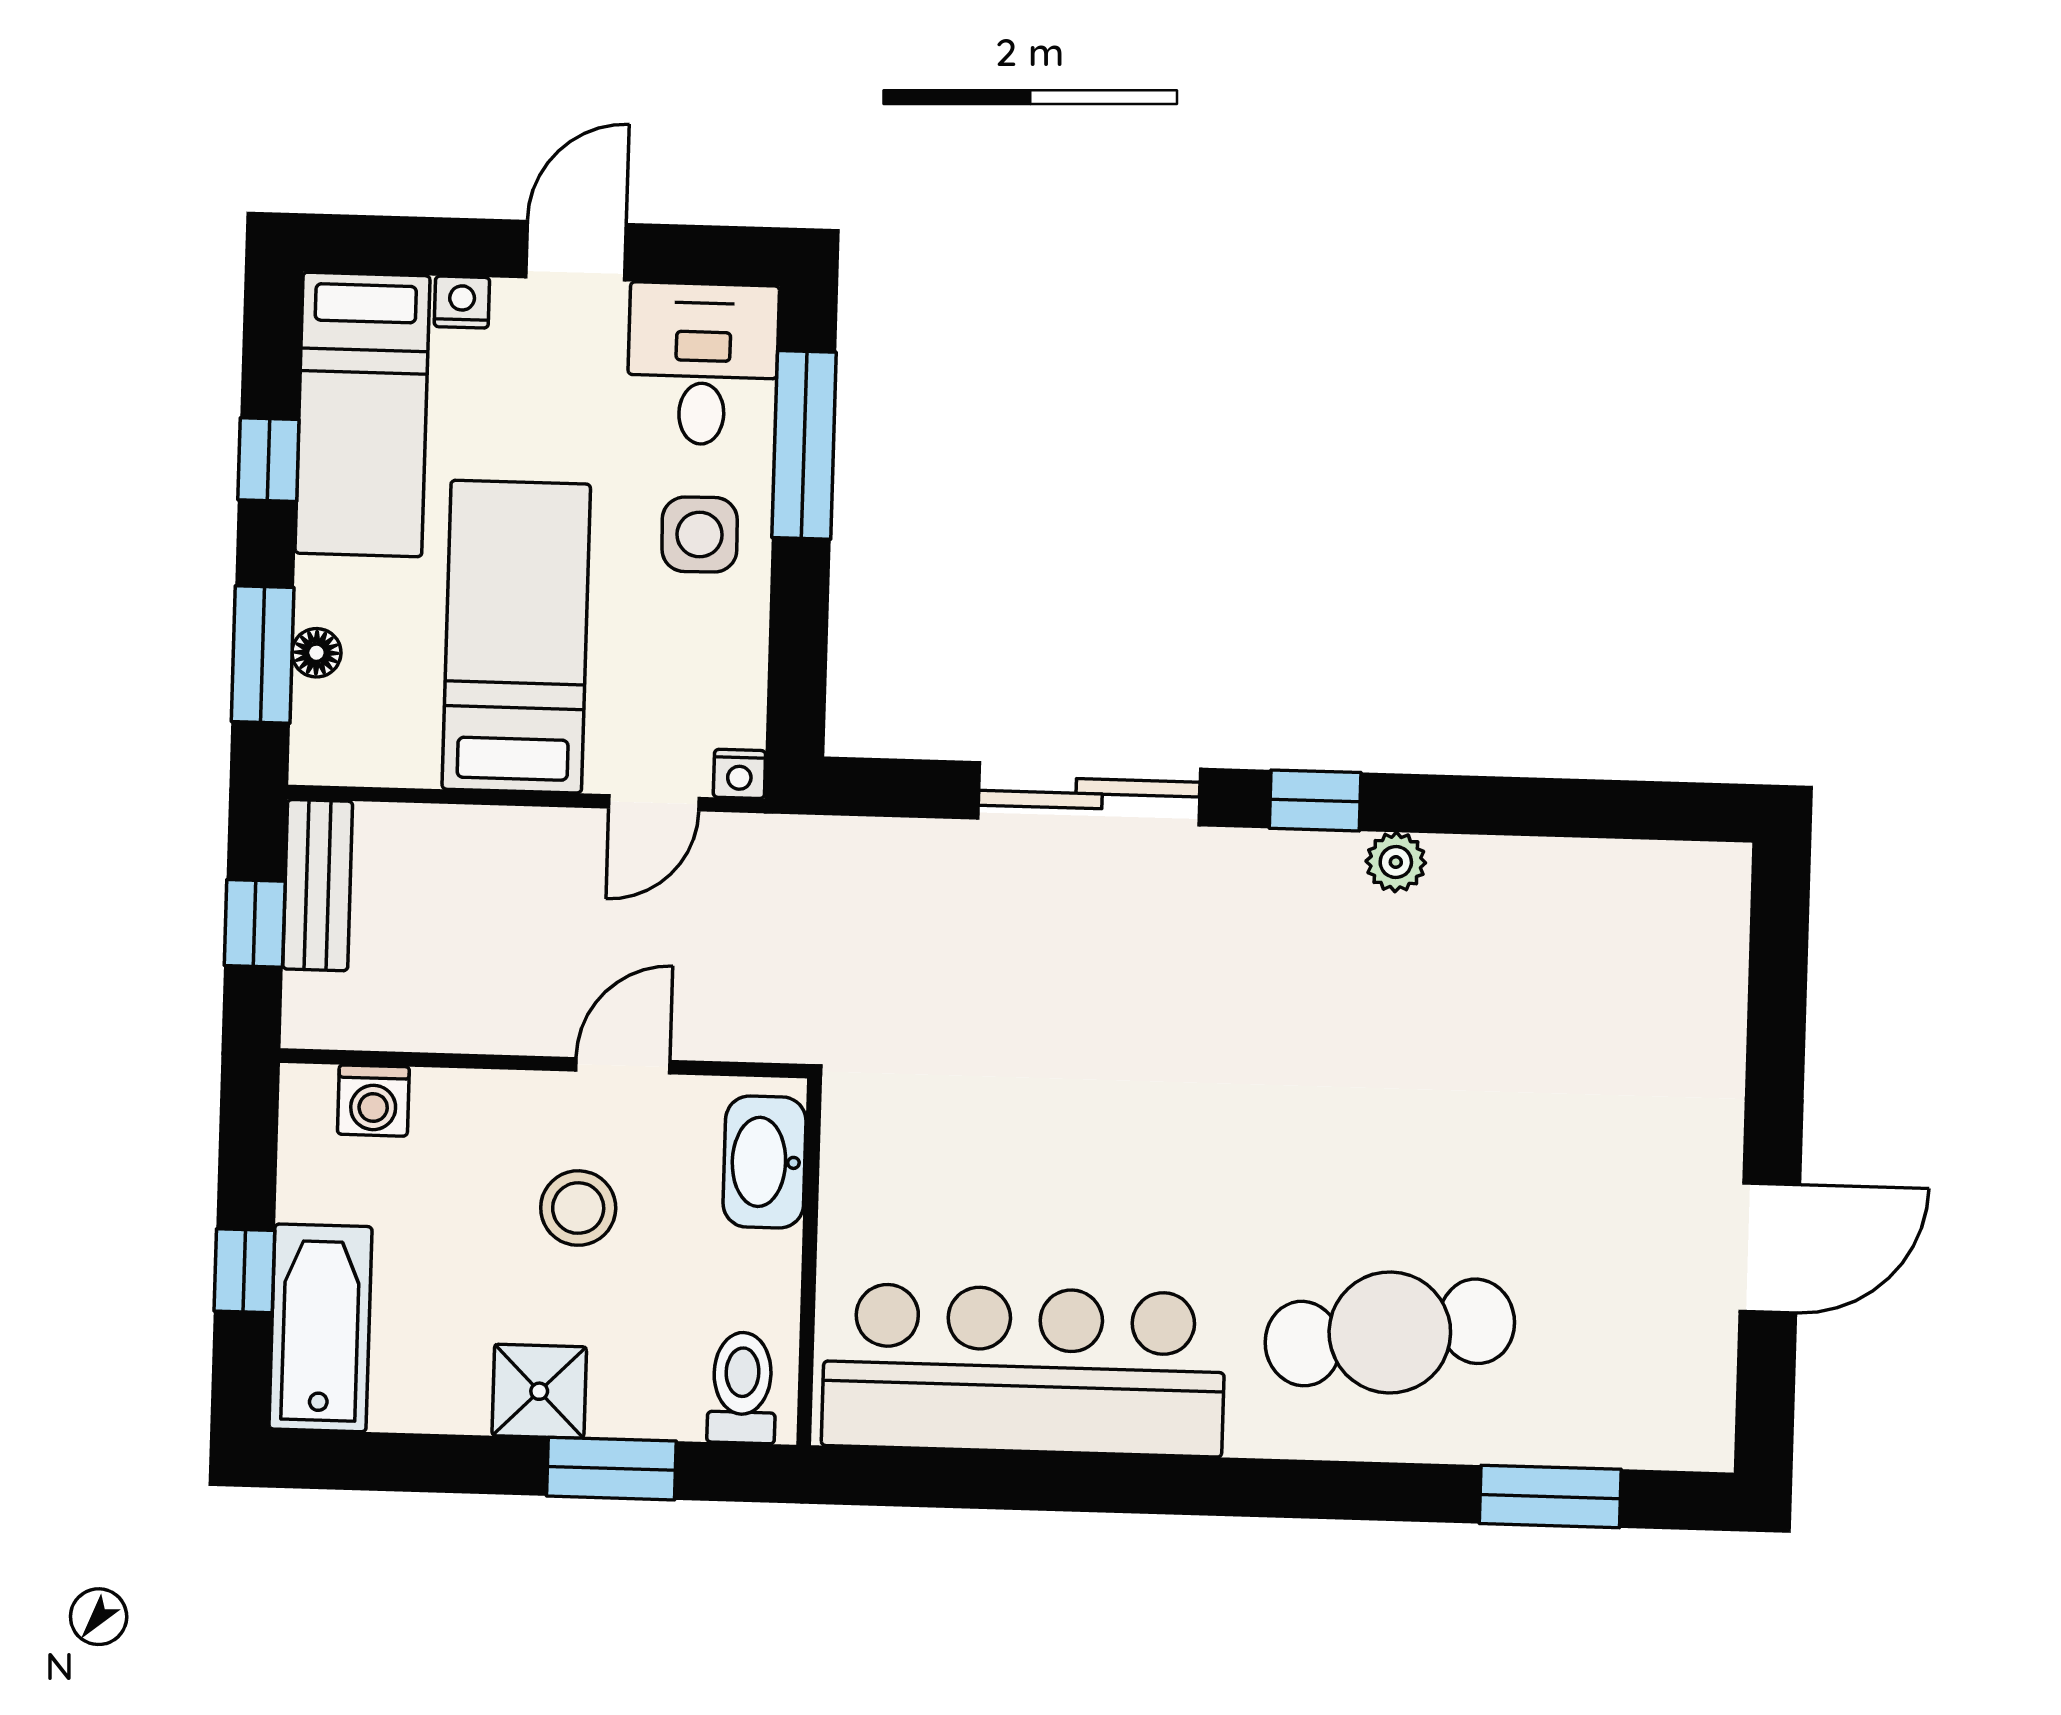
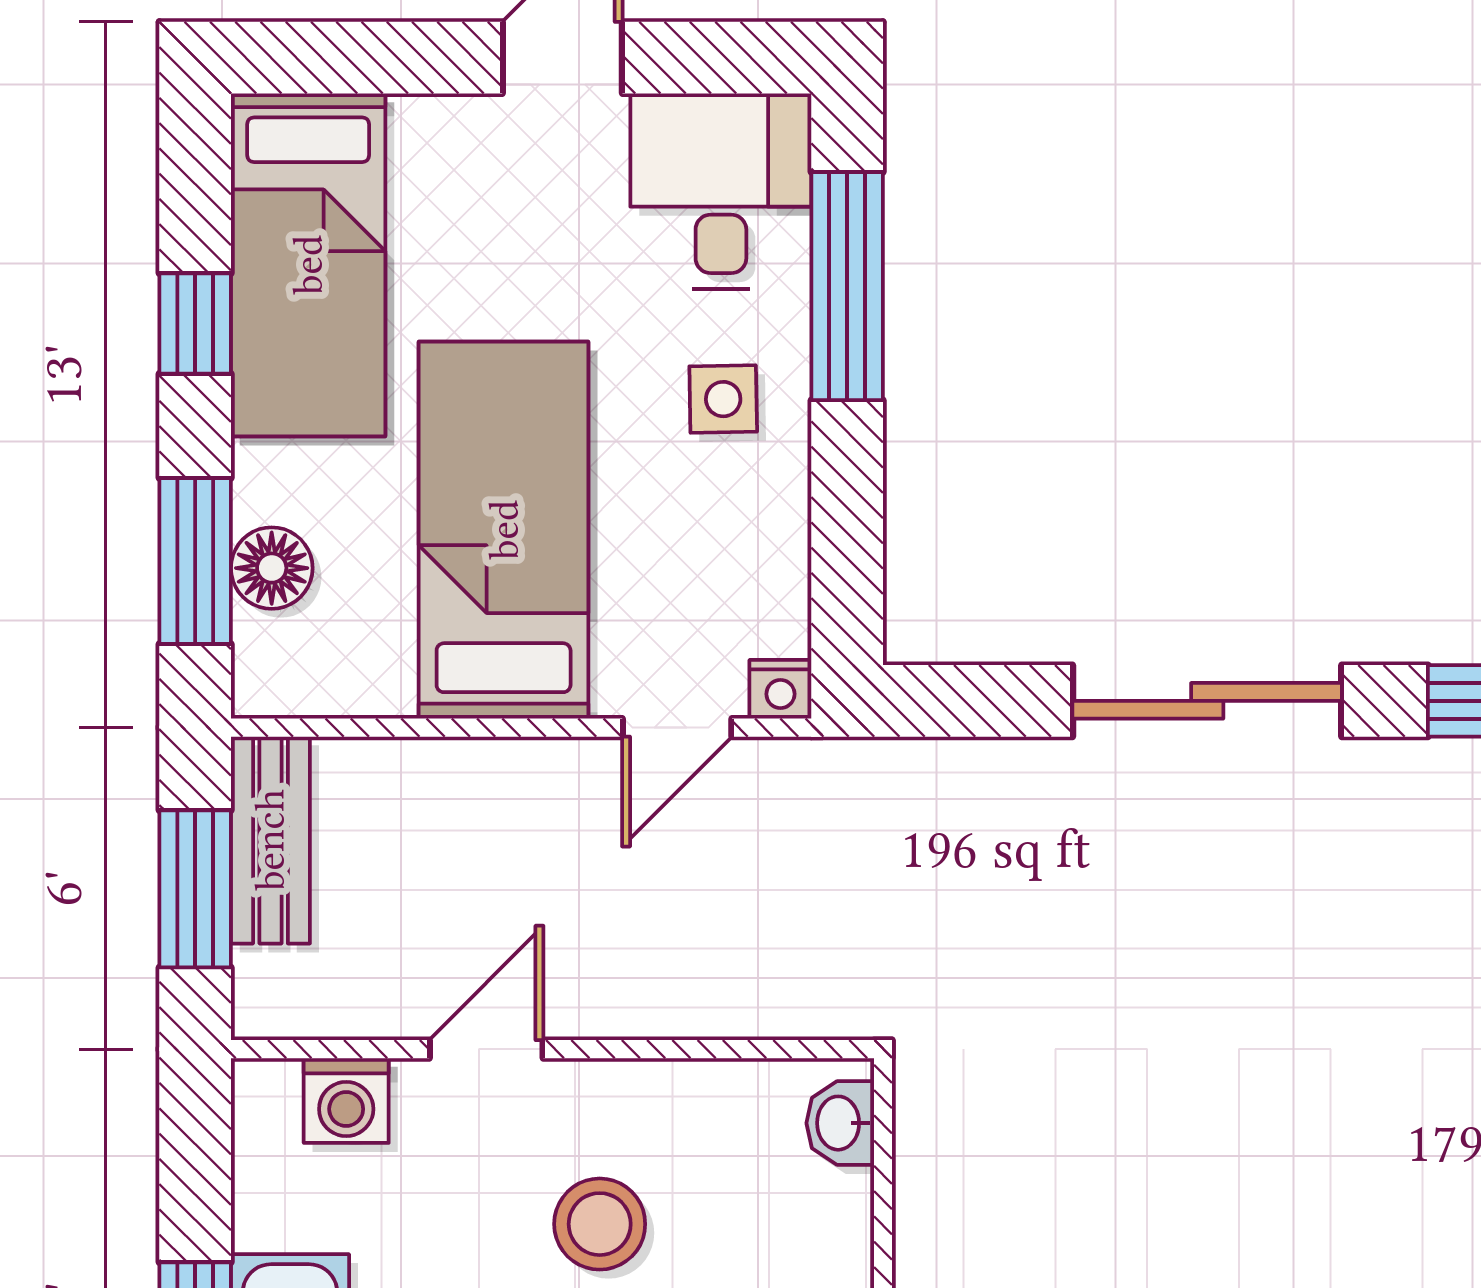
nightstand: (462, 302) -> (425, 124), removed
side table: (700, 534) -> (723, 399), width x0.73, depth x0.73
floor lamp: (316, 653) -> (272, 568), width x1.37, depth x1.37
window: (255, 923) -> (195, 889), width x1.50
door: (623, 1066) -> (486, 1049), moved
washbasin: (765, 1162) -> (840, 1123), width x0.52, depth x0.69

